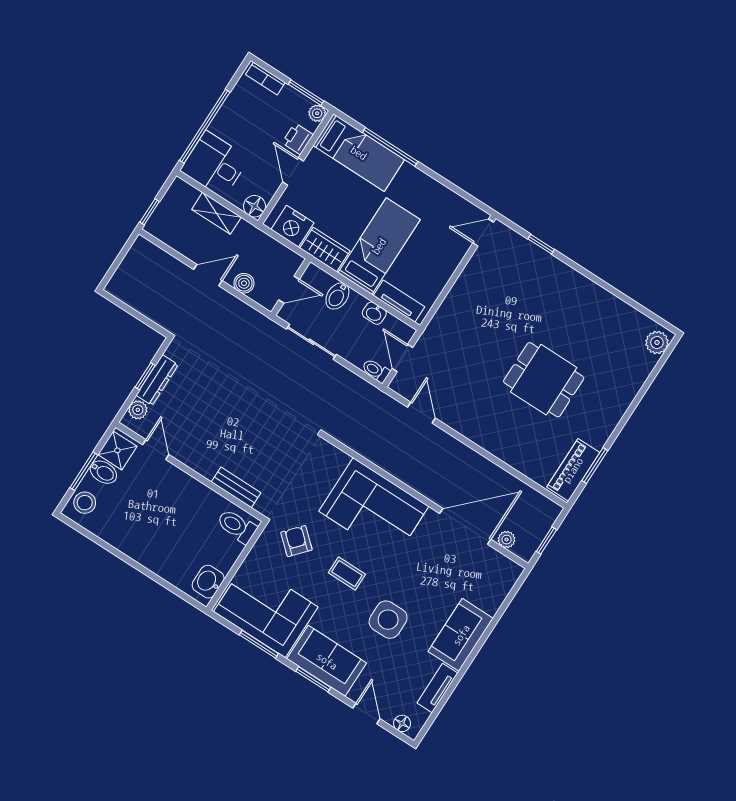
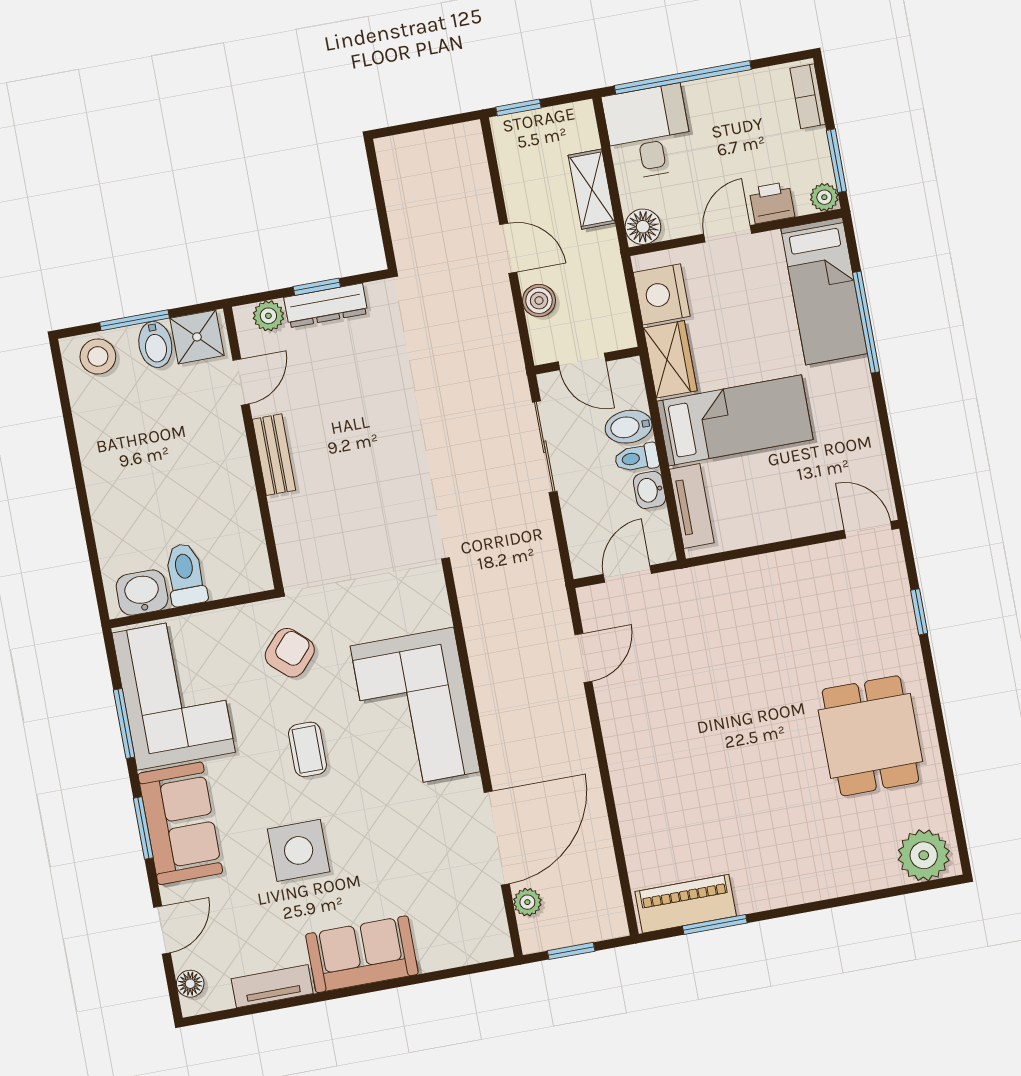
plant: (657, 343) -> (924, 855), width x1.36, depth x1.36
toilet: (376, 371) -> (637, 458), moved, turned -90
dining table: (544, 380) -> (870, 736), moved
bench: (236, 487) -> (274, 455), moved
toilet: (237, 526) -> (185, 575), moved
door: (465, 526) -> (497, 838), hinge flipped

